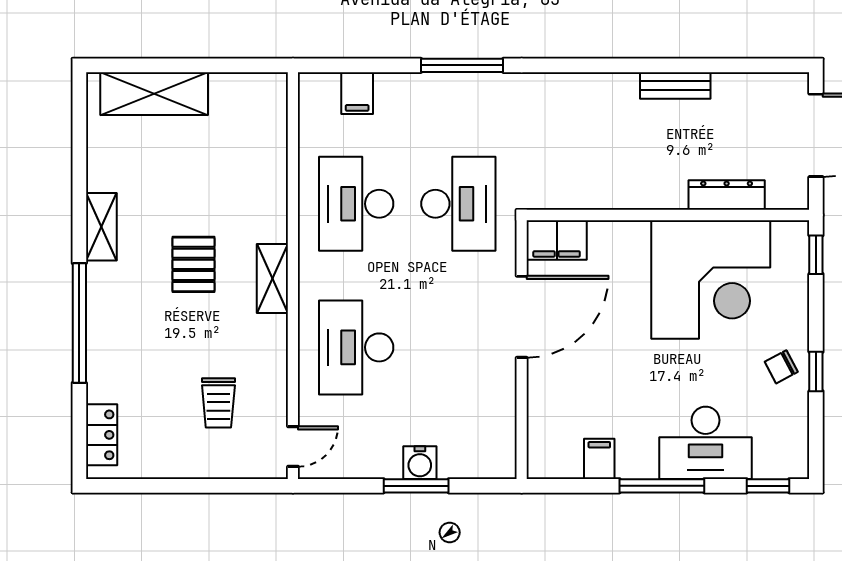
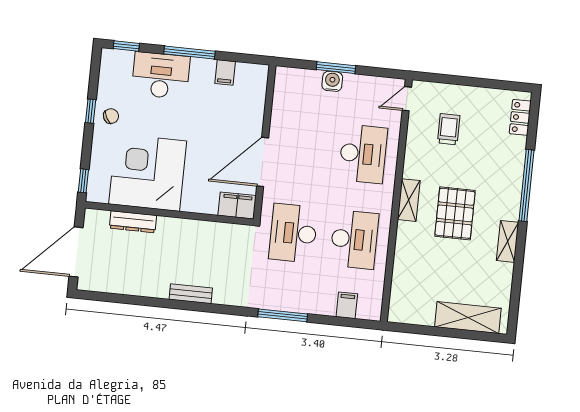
bench: (675, 85) -> (191, 294), moved
pallet: (193, 264) -> (455, 213), width x1.50, depth x1.42

